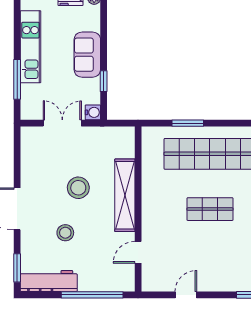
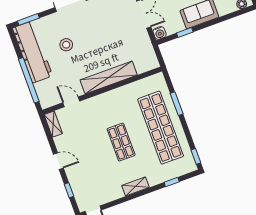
stool: (78, 188) -> (102, 42), removed
workbench: (49, 281) -> (32, 52), width x1.36, depth x1.32
shelving: (157, 285) -> (53, 124), added
door: (186, 295) -> (58, 161), moved

